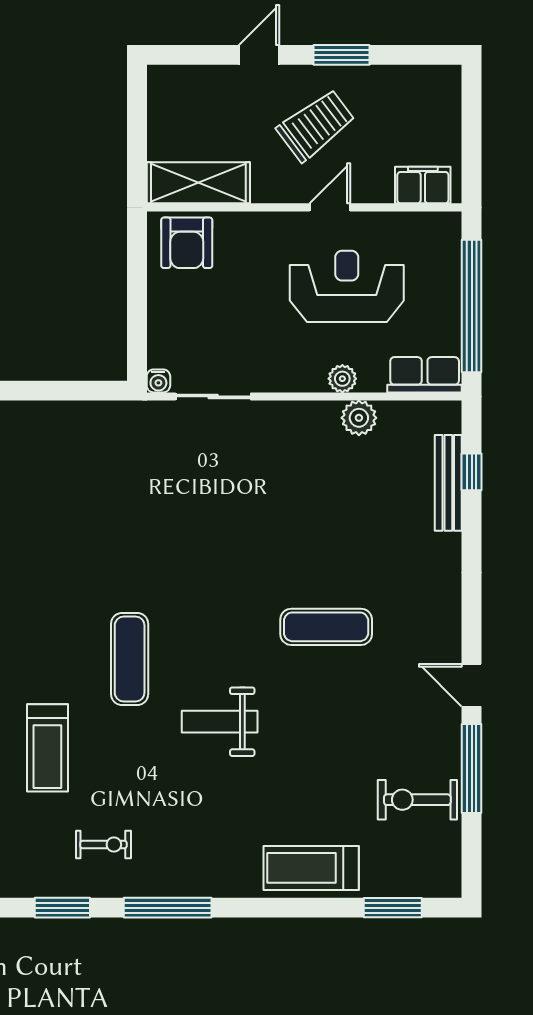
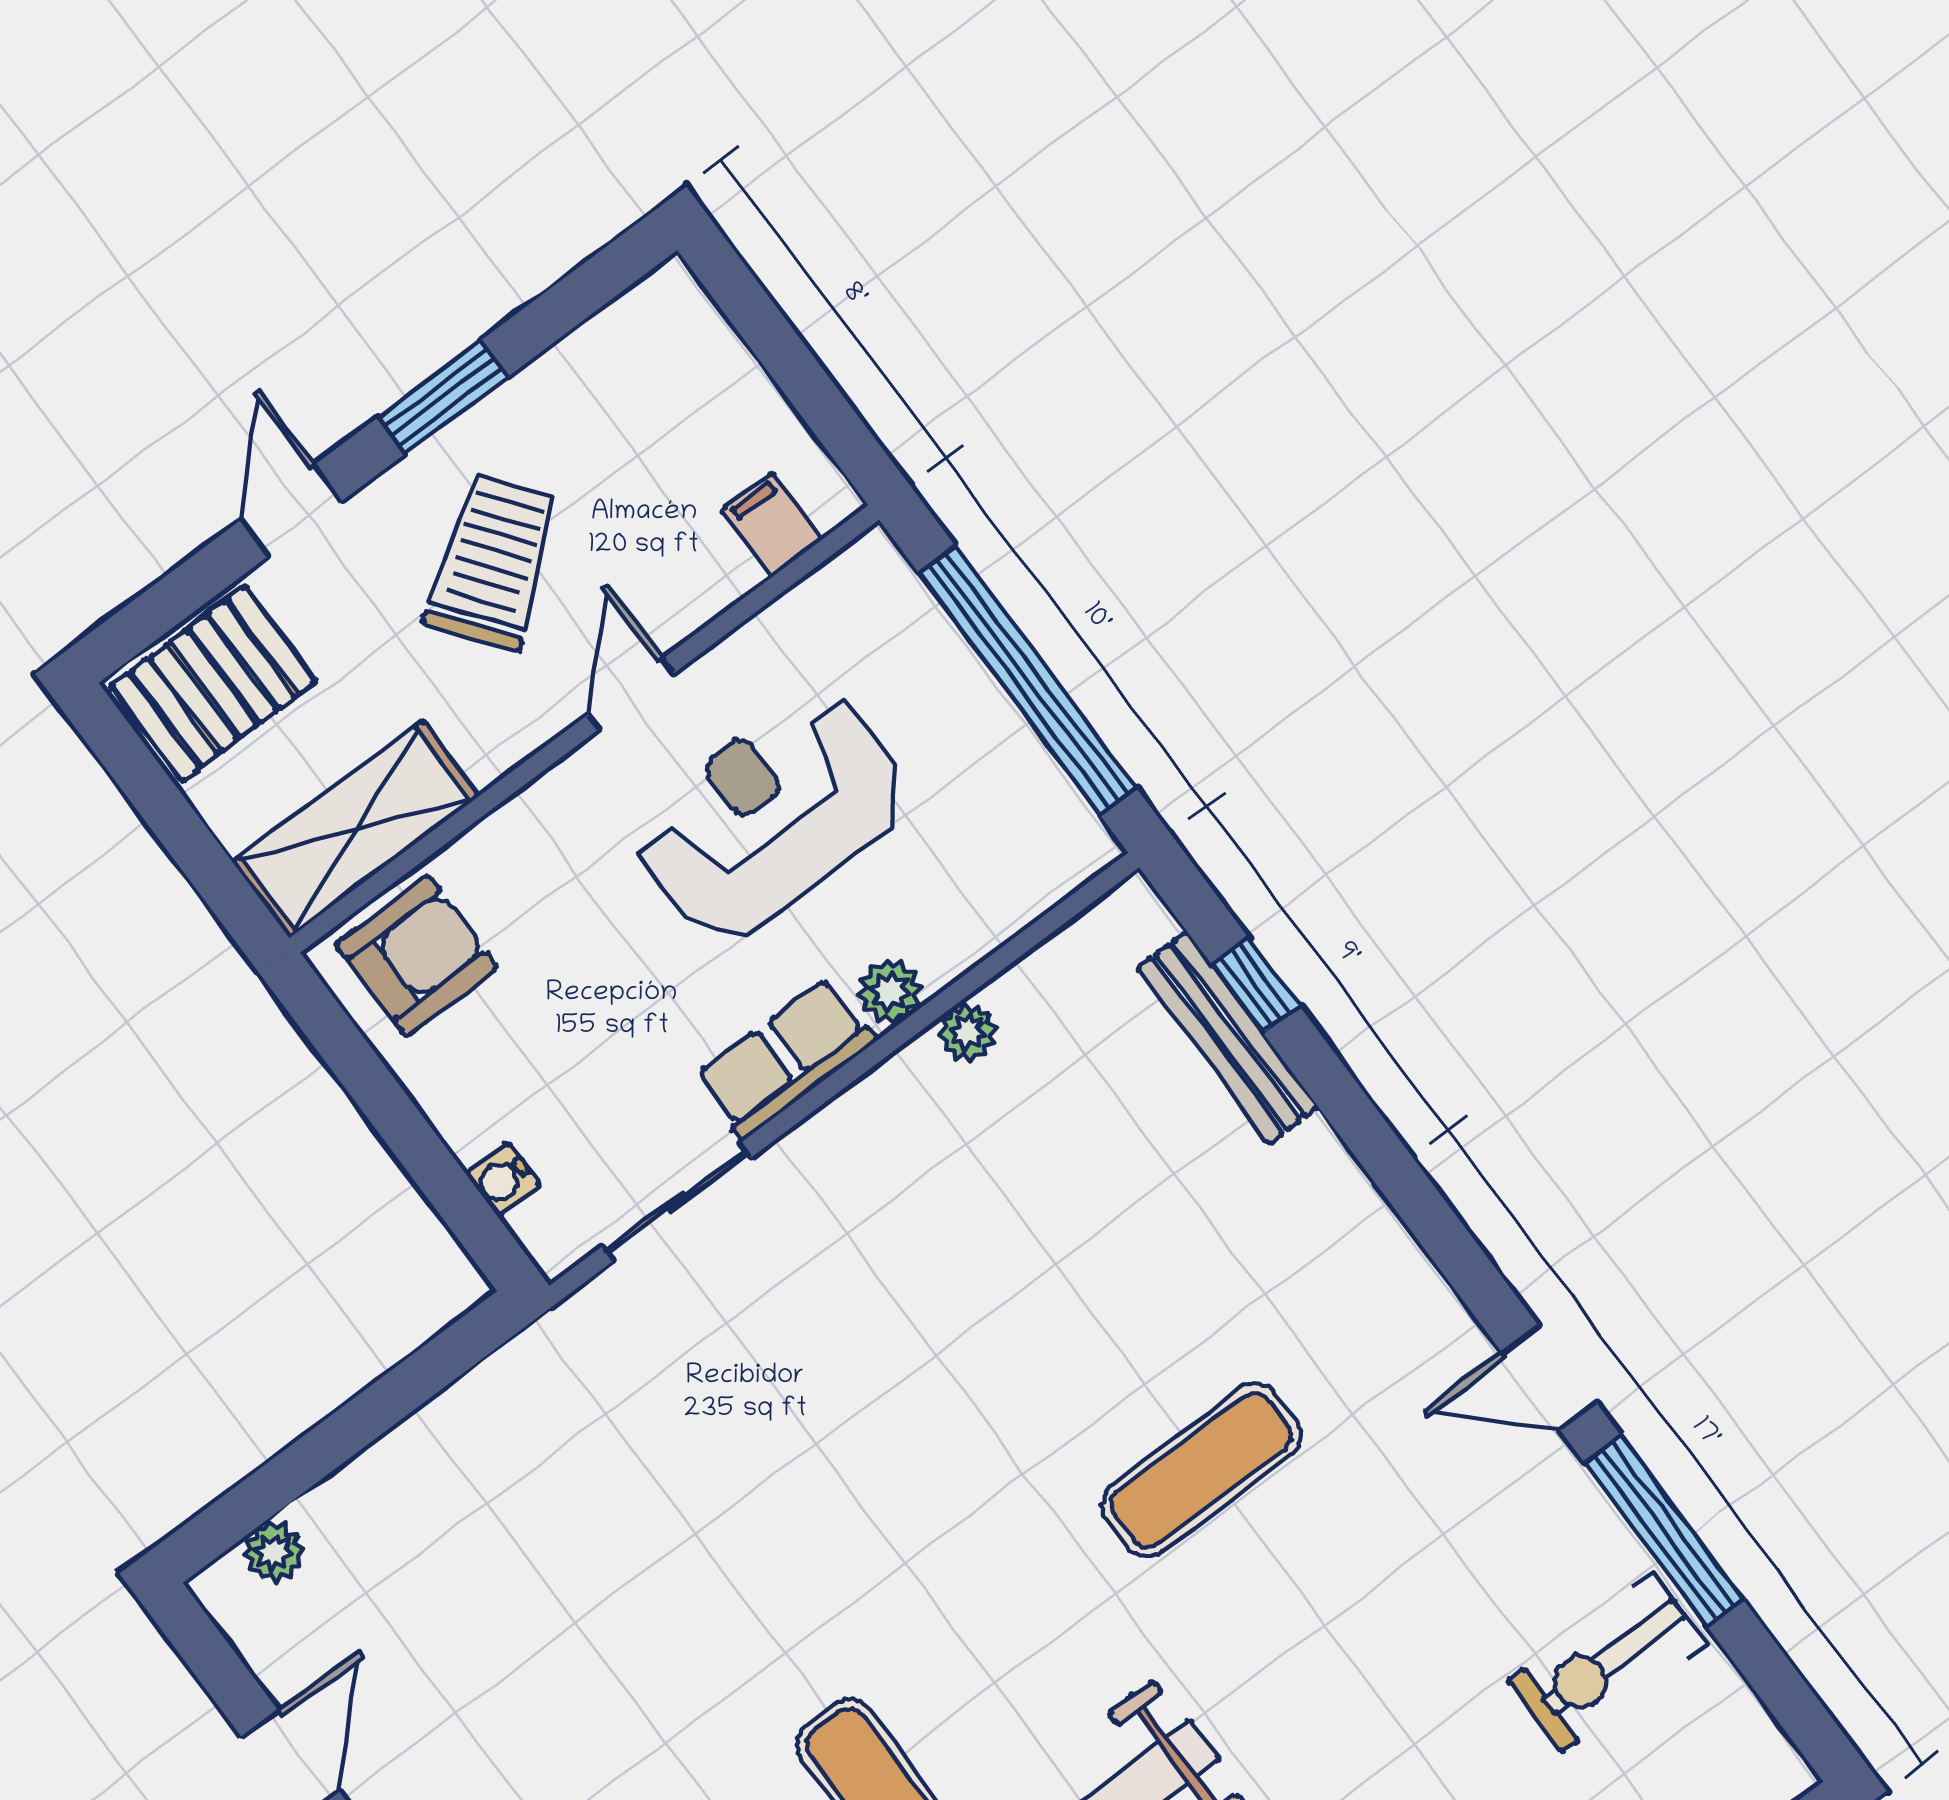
pallet: (187, 95) -> (213, 684), added
filing cabinet: (423, 185) -> (772, 525), width x0.50
armchair: (187, 243) -> (417, 956), turned -90
row of seats: (425, 375) -> (786, 1058), moved
water cooler: (158, 381) -> (503, 1179), moved, turned 90
plant: (359, 418) -> (968, 1032), width x0.73, depth x0.73

